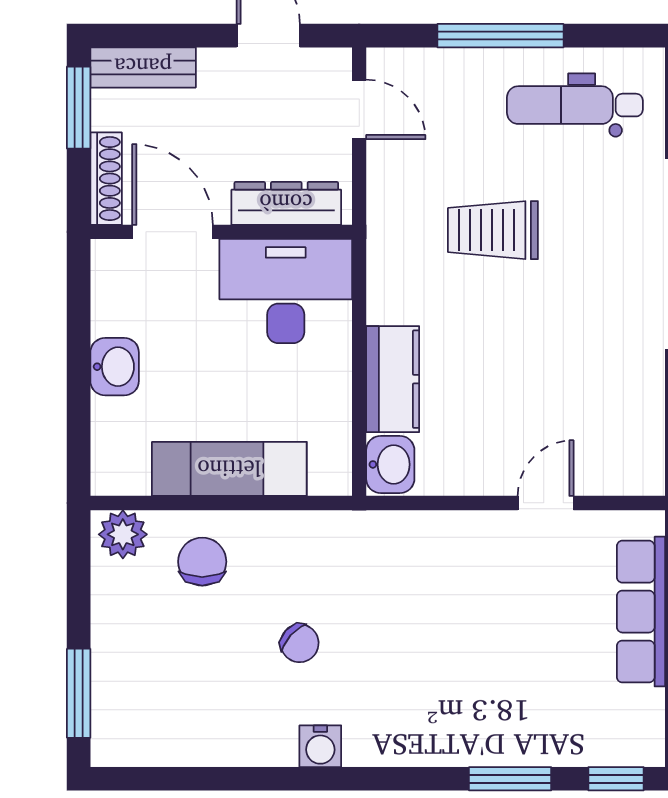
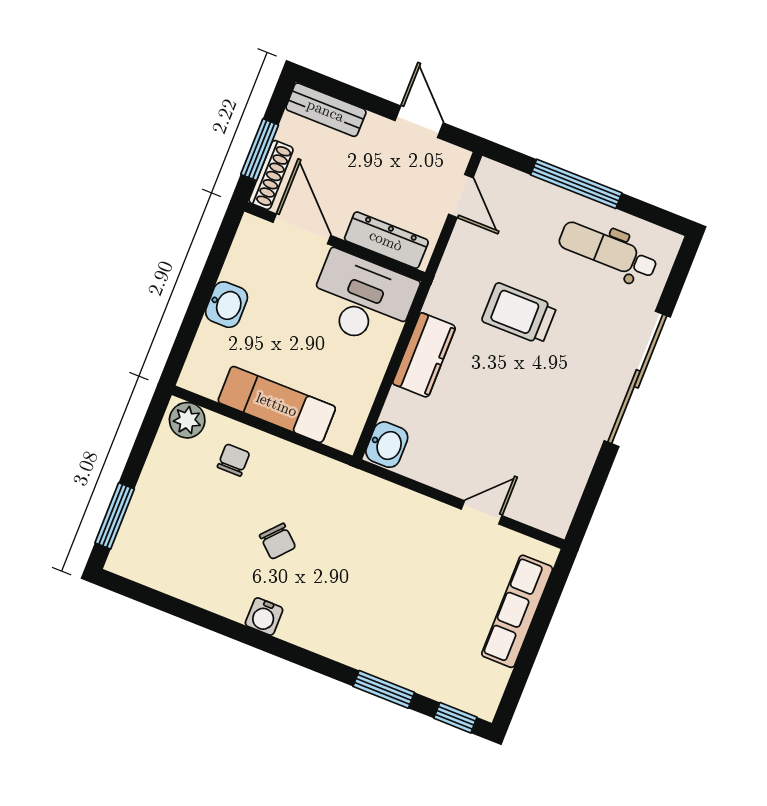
window: (79, 108) -> (260, 150), moved
kitchen counter: (393, 379) -> (424, 355), moved
chair: (202, 562) -> (234, 460), width x0.73, depth x0.73

